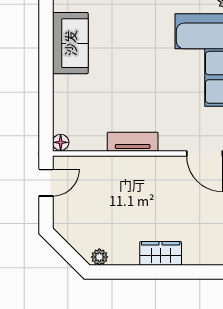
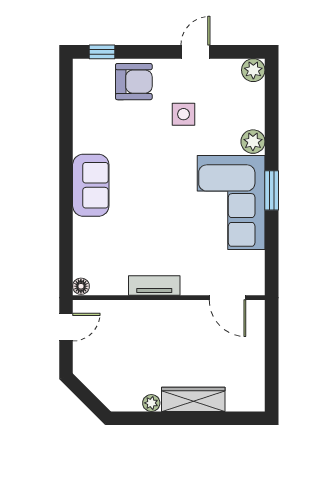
wardrobe: (161, 253) -> (193, 399), width x1.50
plant: (99, 257) -> (151, 403), moved

